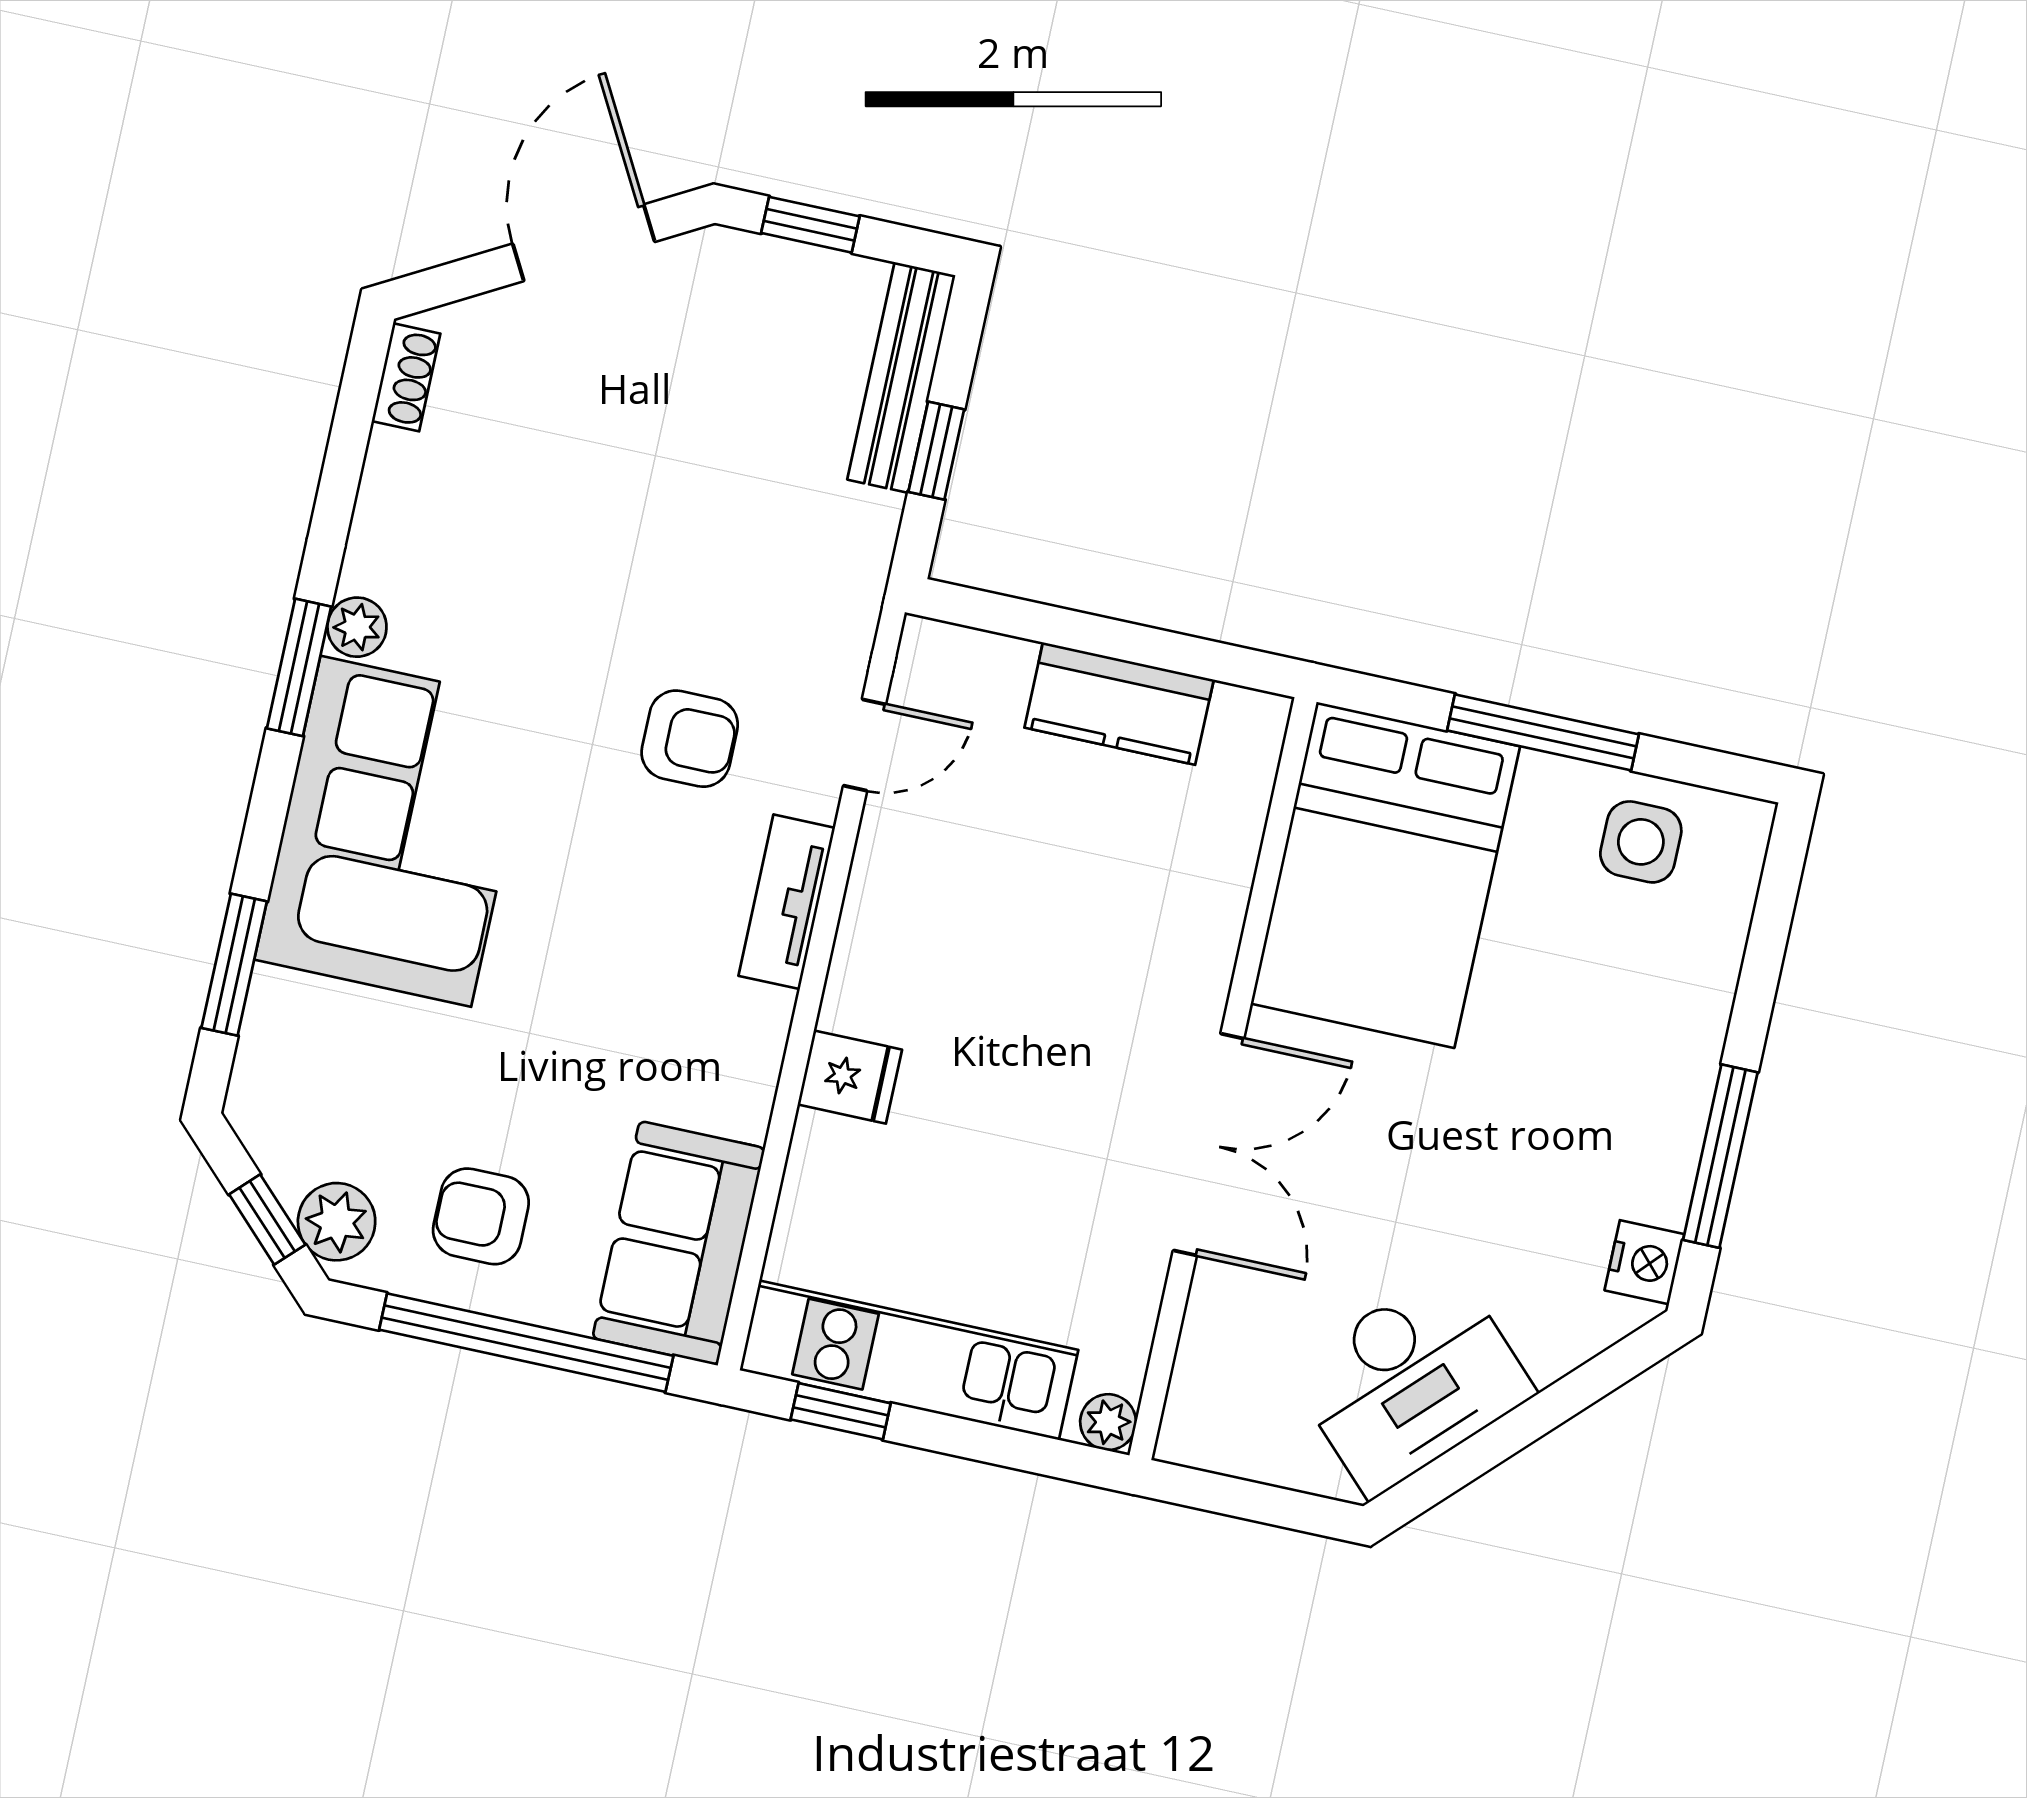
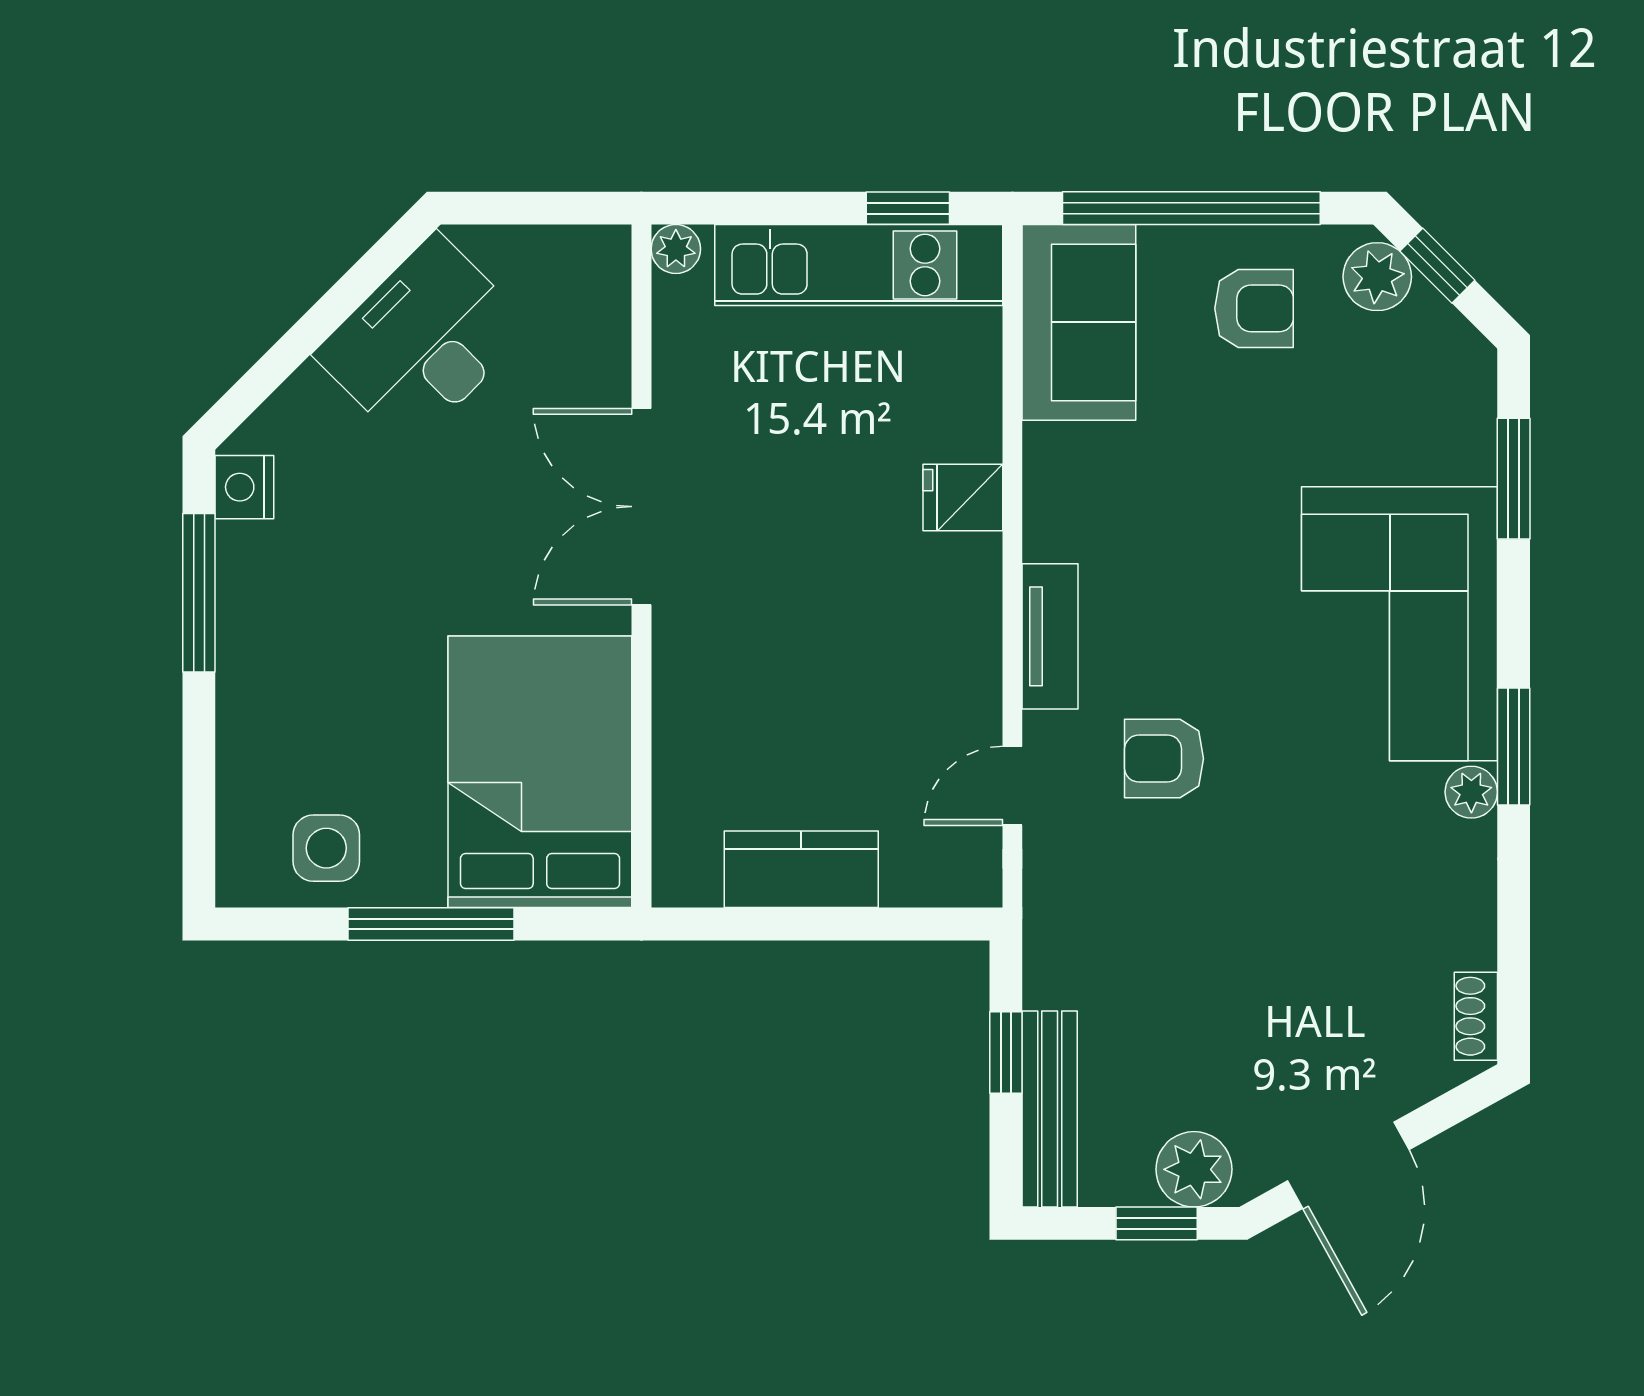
plant: (756, 276) -> (1194, 1169), added

